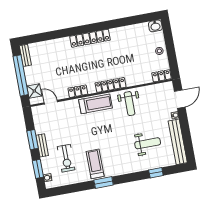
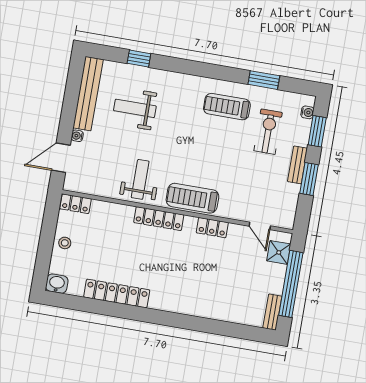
locker: (90, 38) -> (117, 294), moved
treadmill: (95, 164) -> (227, 107), turned 90
window: (104, 182) -> (264, 80), moved

